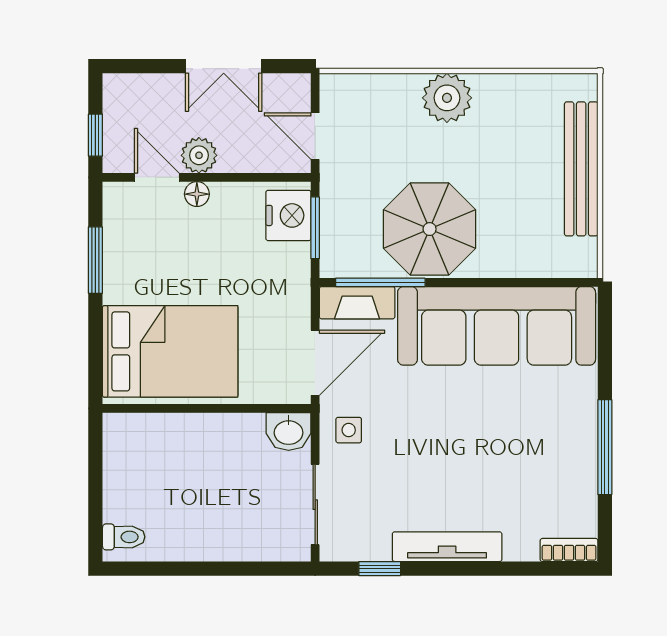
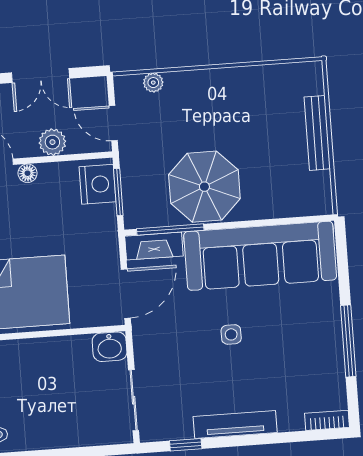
plant: (447, 98) -> (153, 83), moved, width x0.53, depth x0.53
plant: (199, 155) -> (52, 142), moved
bench: (581, 169) -> (317, 133), width x0.73, depth x0.82
side table: (349, 430) -> (231, 334), moved

